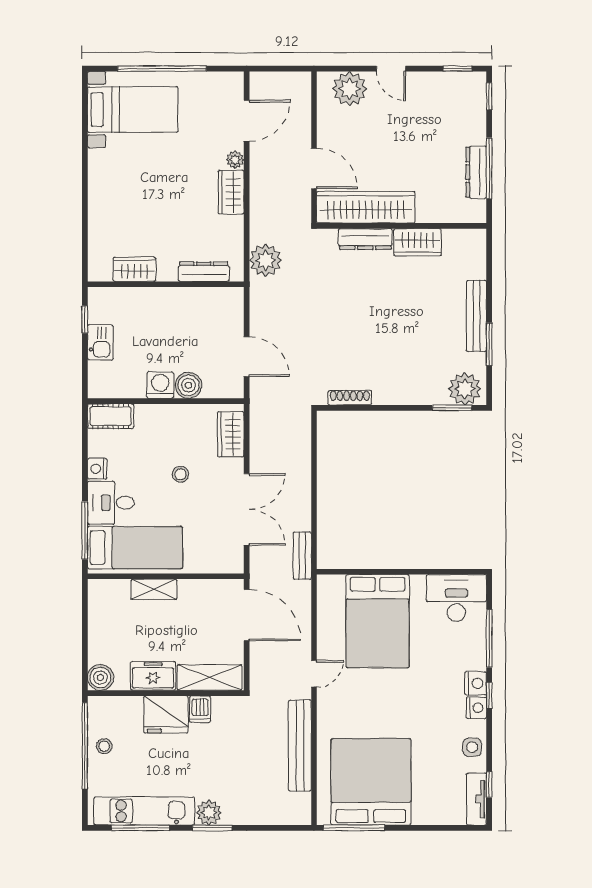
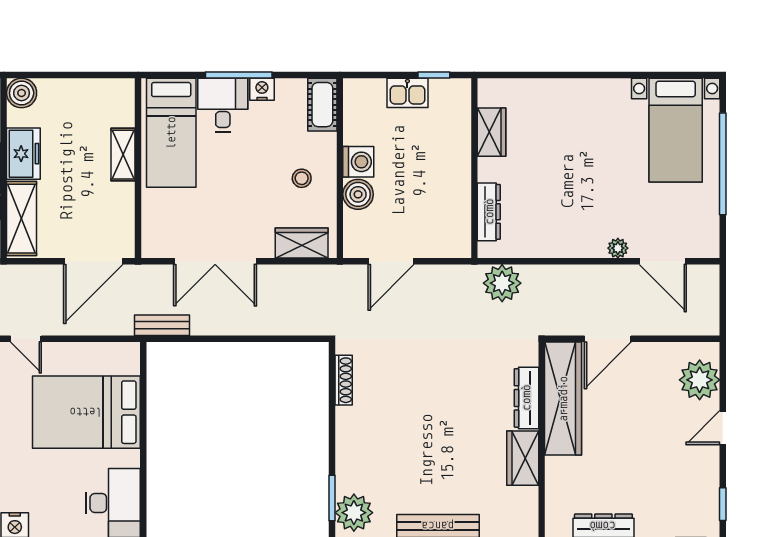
wardrobe: (231, 192) -> (580, 243), removed
stool: (180, 474) -> (302, 178), moved
window: (85, 530) -> (239, 75), moved

